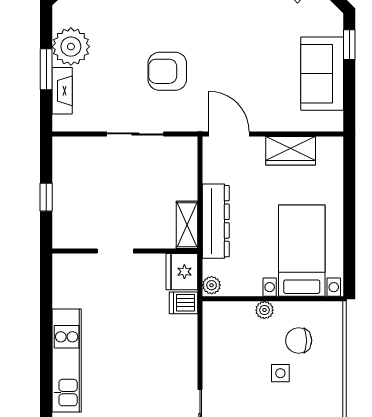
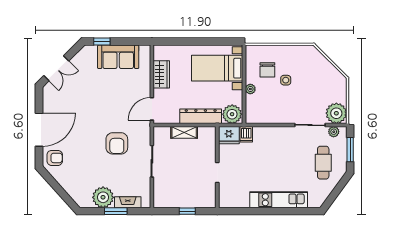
shelving: (187, 225) -> (184, 132), moved
plant: (212, 285) -> (232, 114), width x1.88, depth x1.88

